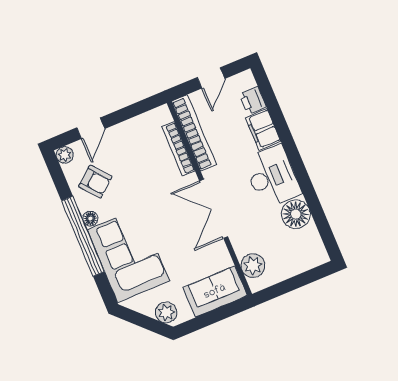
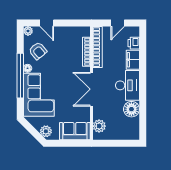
door: (91, 128) -> (47, 23), hinge flipped

